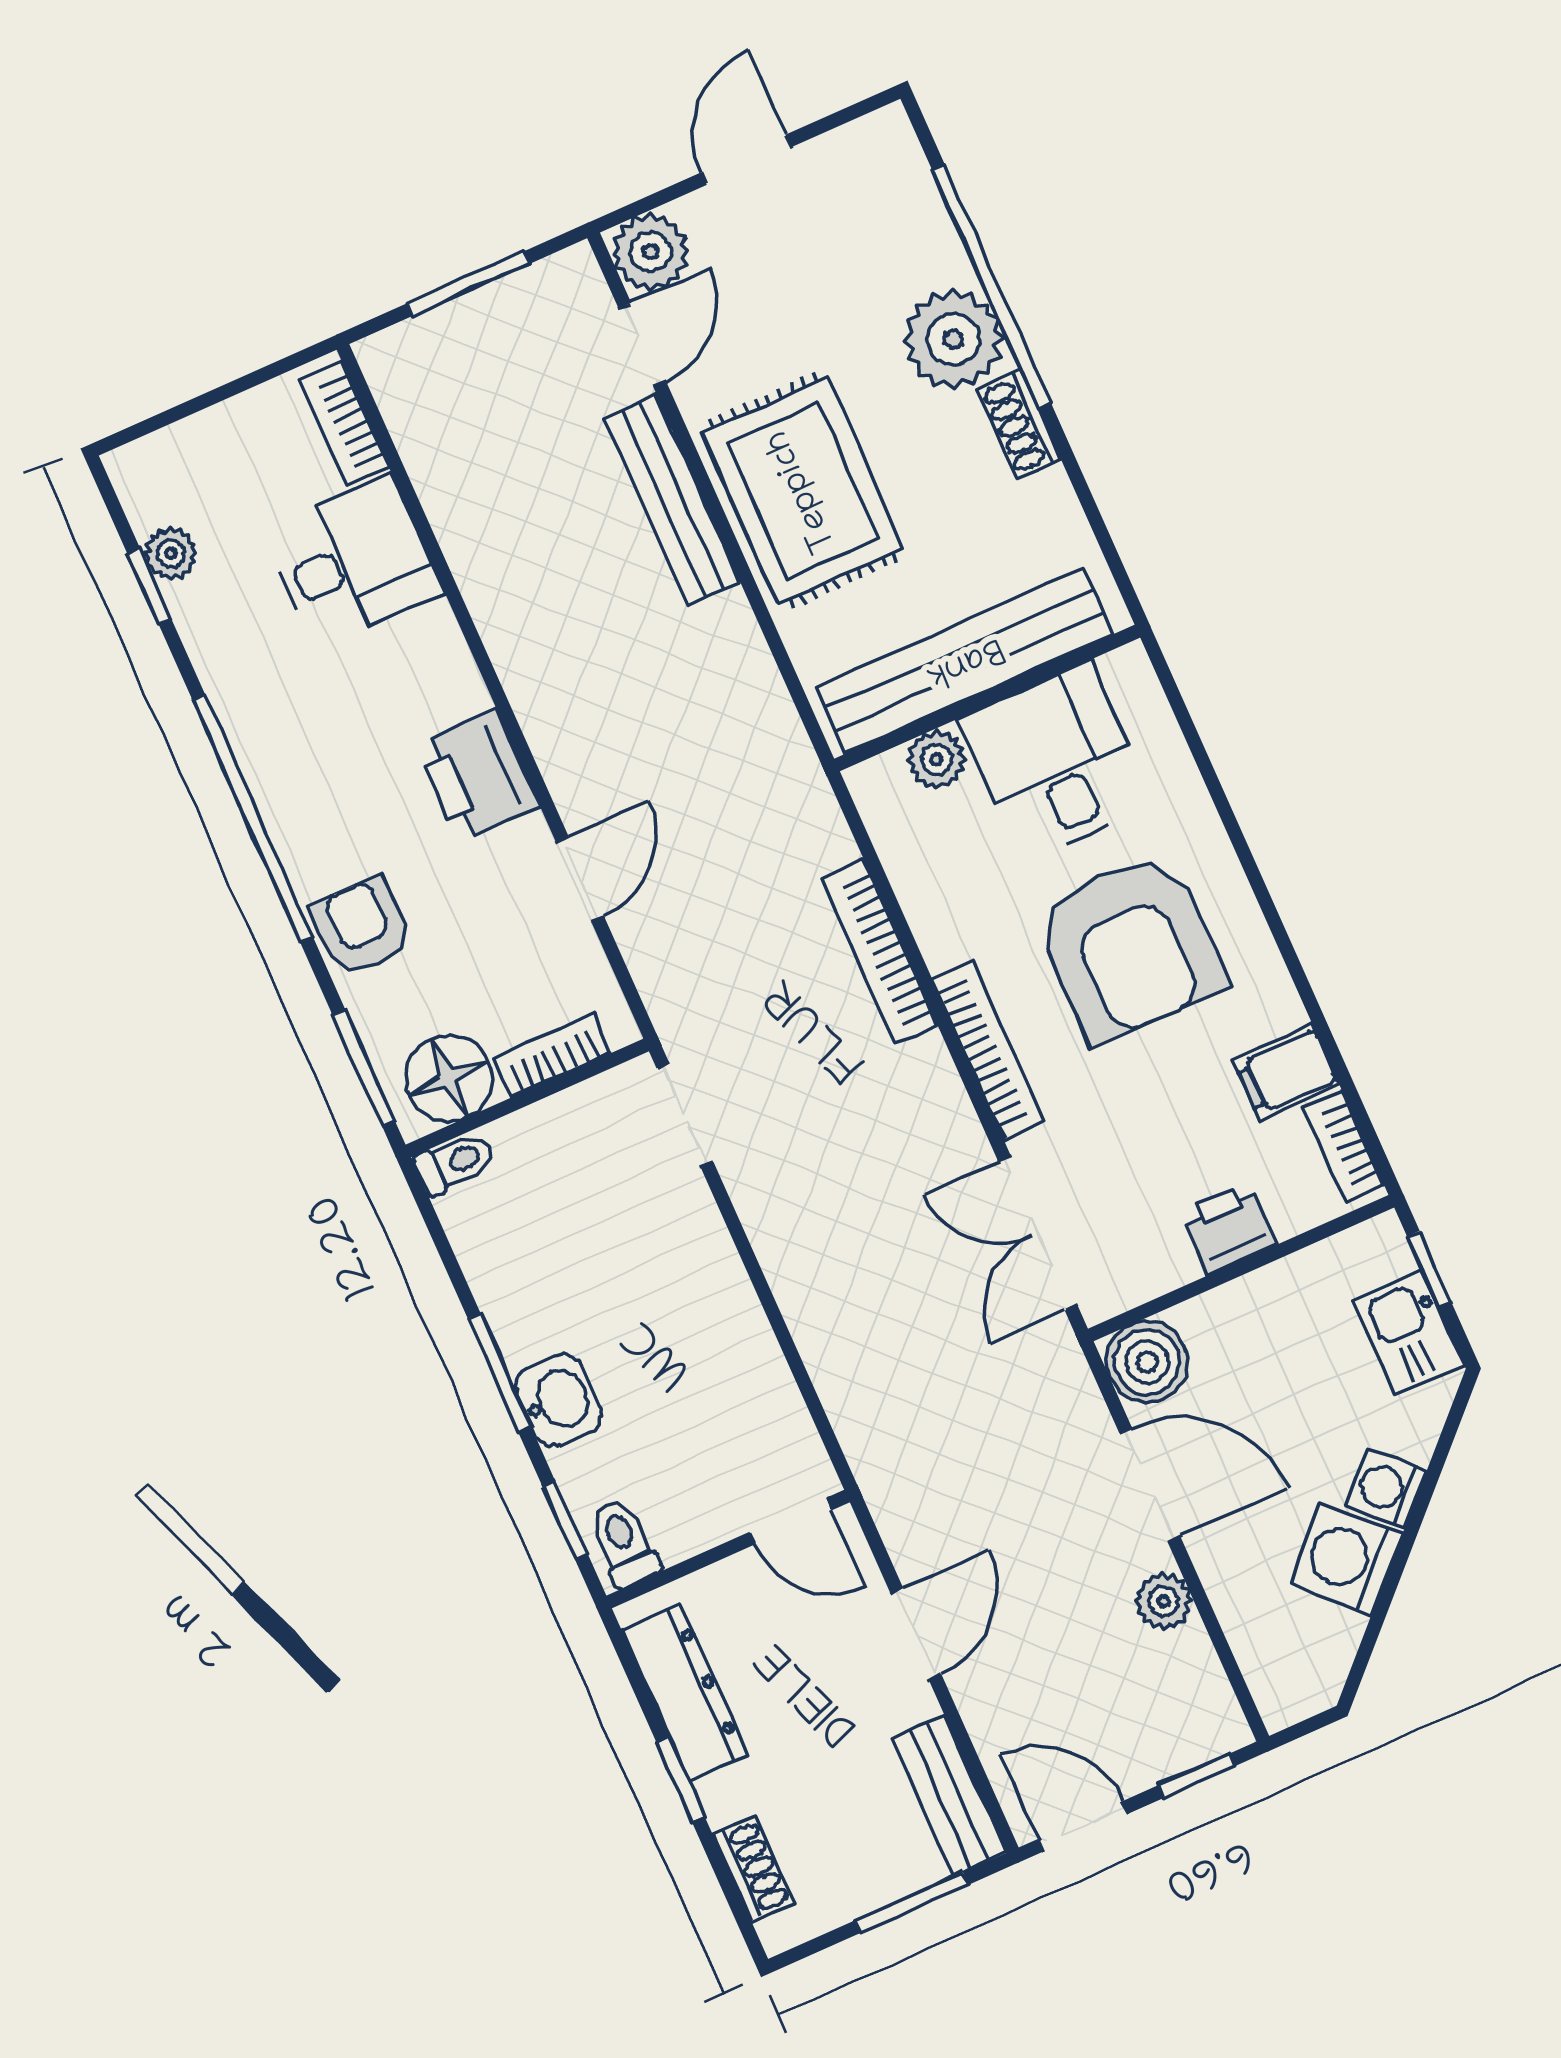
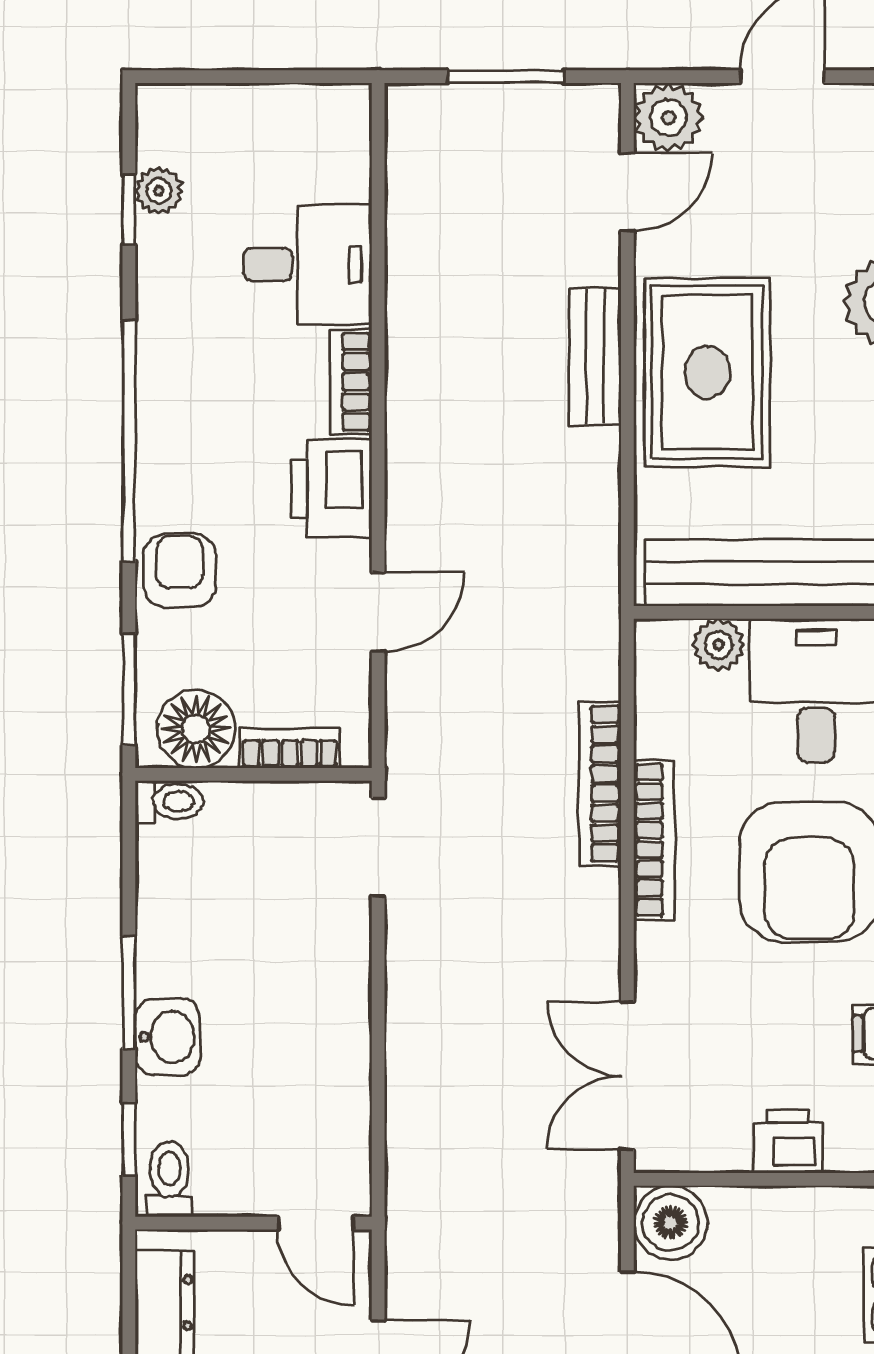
bookcase: (345, 424) -> (351, 382), moved
bench: (672, 500) -> (595, 356), width x0.73
bookcase: (989, 1050) -> (654, 840), moved

